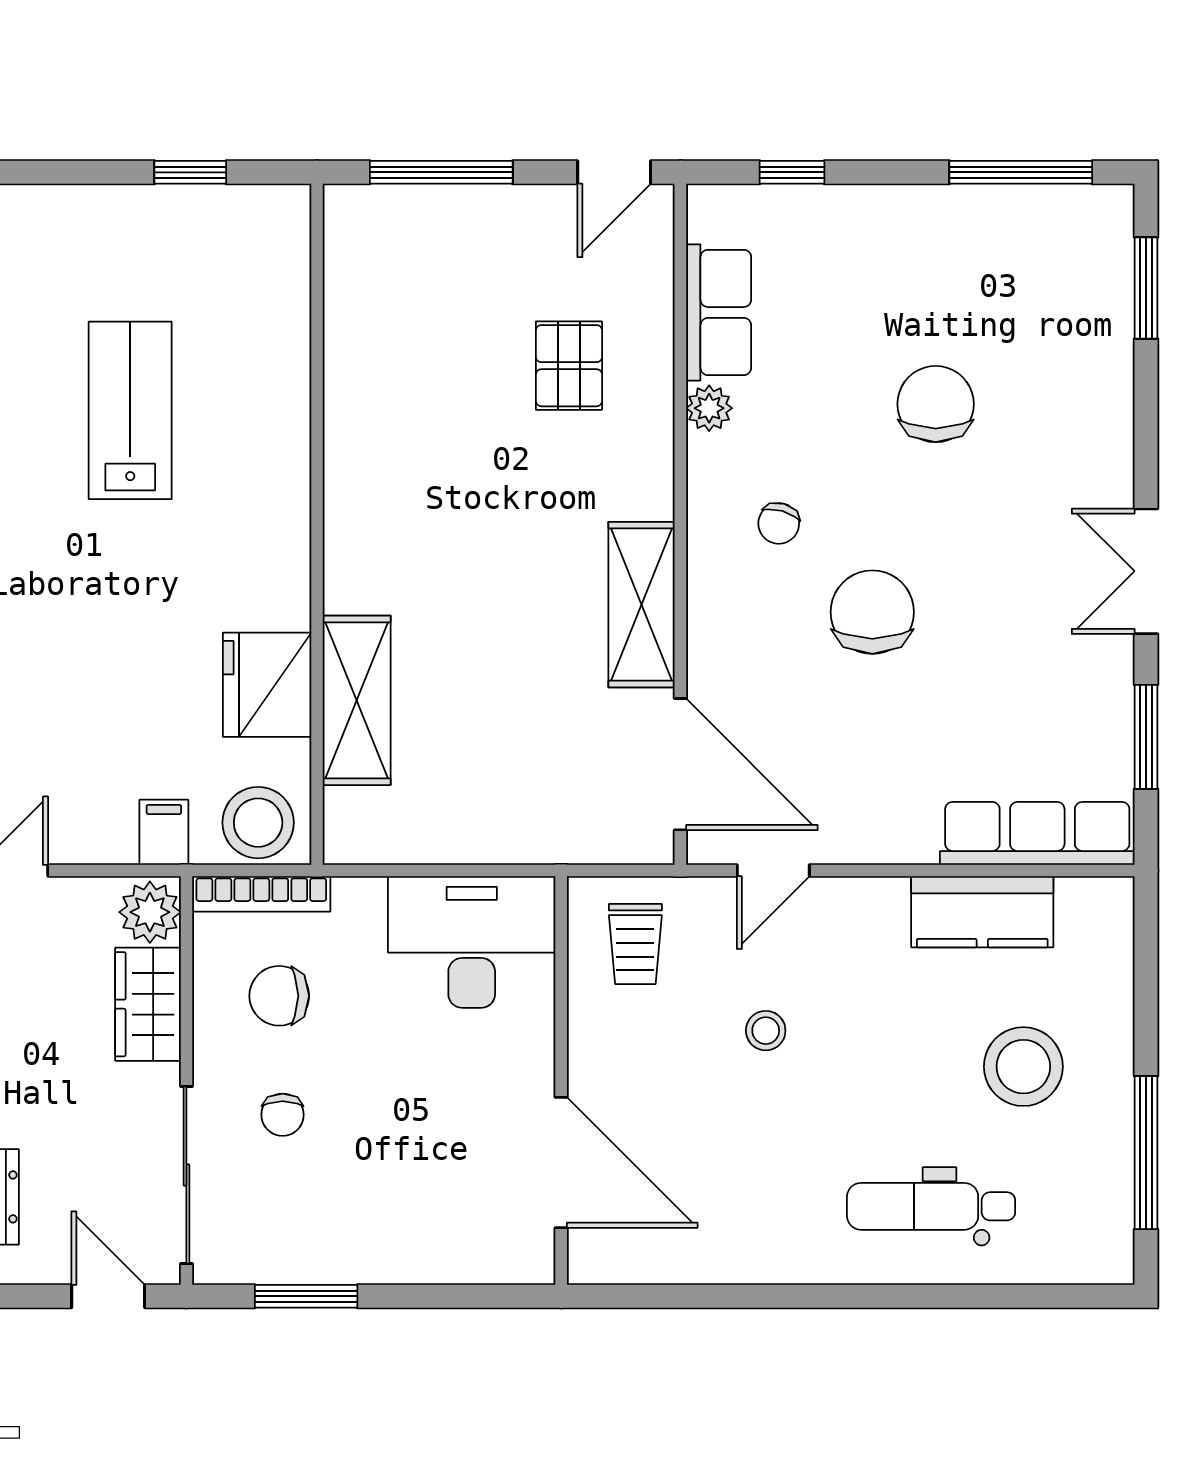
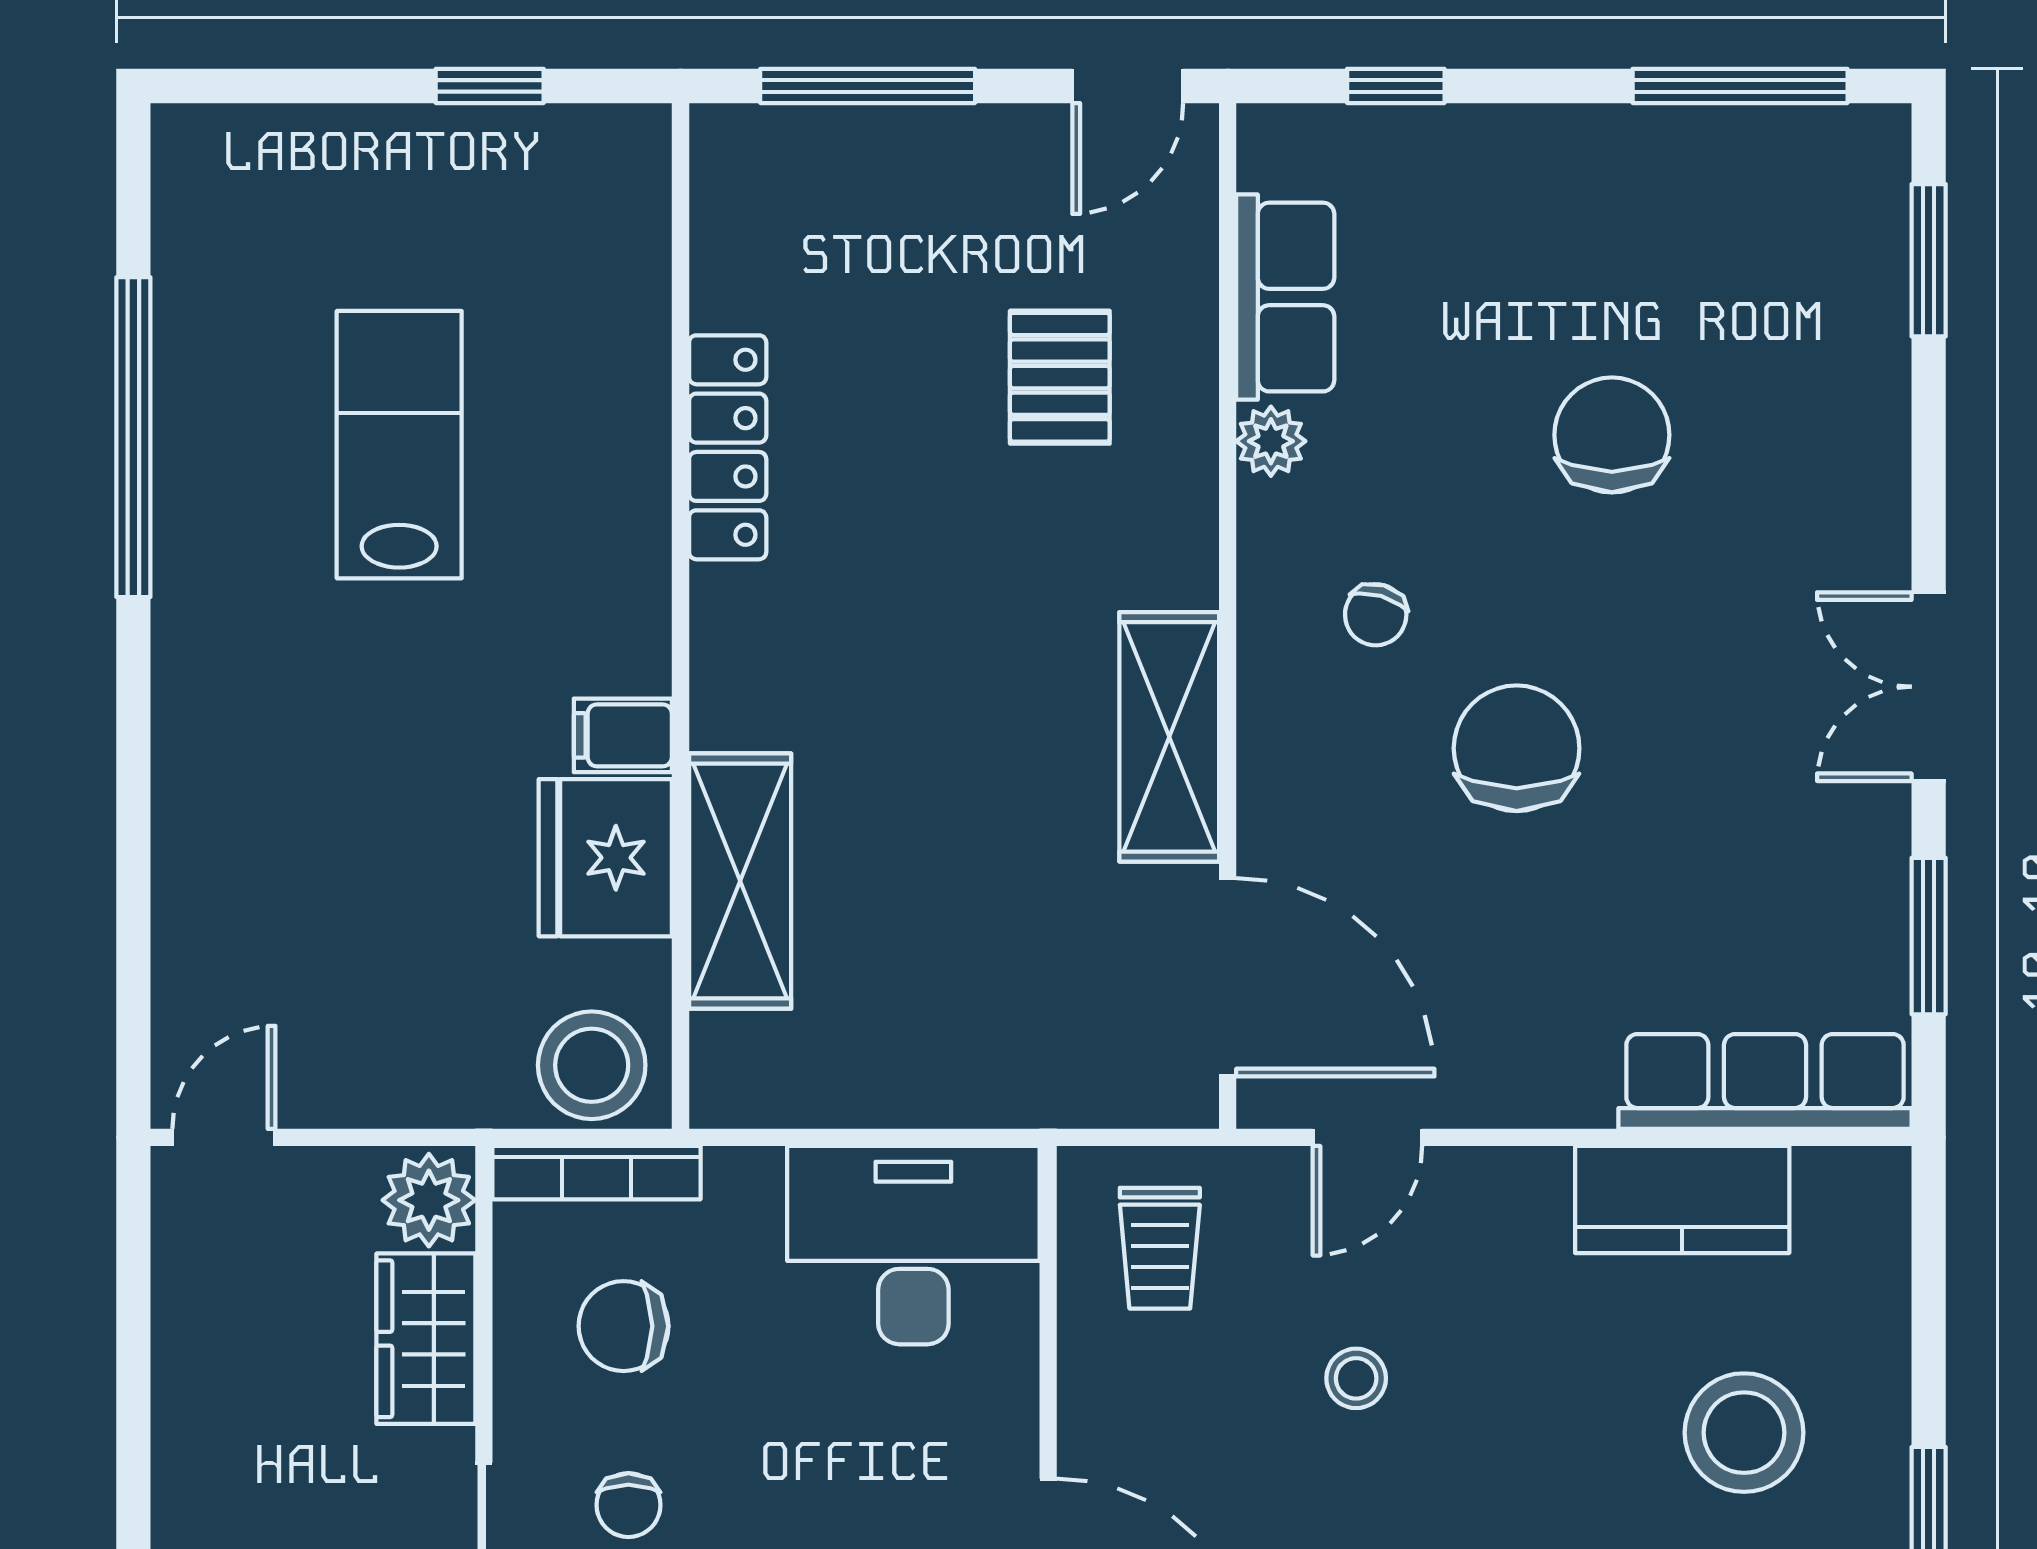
locker: (348, 412) -> (728, 447), added
filing cabinet: (164, 832) -> (623, 735), moved, turned -90

